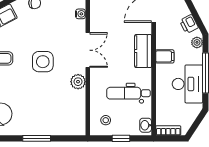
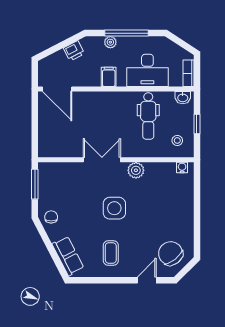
water cooler: (81, 14) -> (182, 168), moved
plant: (197, 42) -> (110, 42), moved
kitchen counter: (143, 51) -> (103, 100), removed
desk: (187, 84) -> (147, 70), moved, turned 180
window: (37, 138) -> (197, 215), removed

